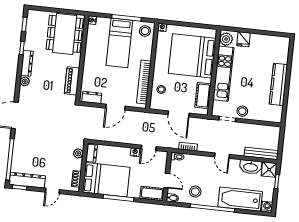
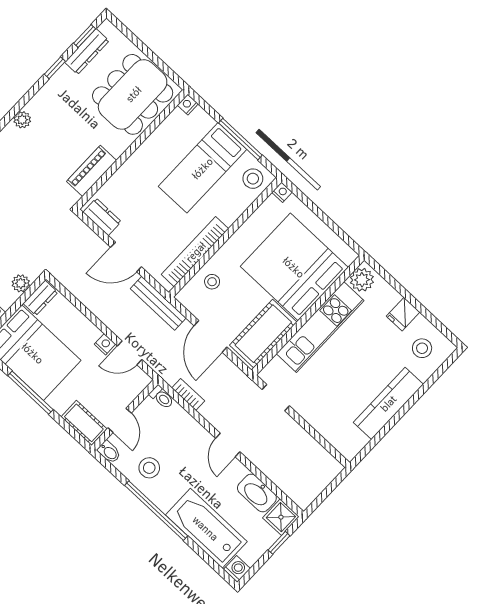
fridge: (244, 39) -> (403, 314), moved
dresser: (27, 63) -> (87, 52), moved
cot: (203, 96) -> (263, 334), width x1.37, depth x1.34
stool: (242, 111) -> (422, 348), moved
bench: (261, 153) -> (158, 303), moved

